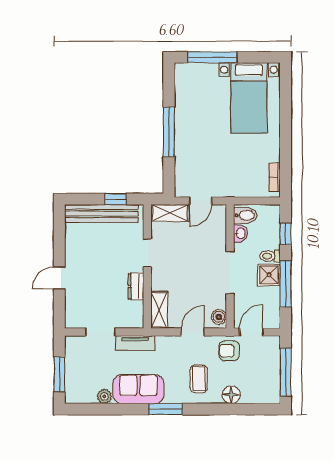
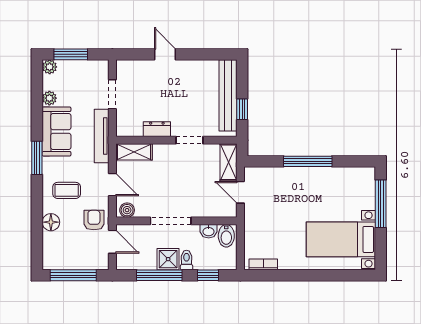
tv unit: (135, 343) -> (102, 136), width x1.41
plant: (72, 396) -> (50, 67), added

